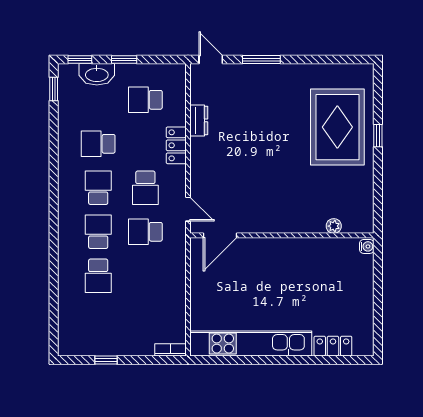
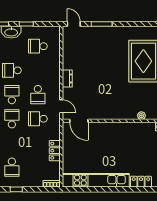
dresser: (199, 120) -> (67, 78), moved
locker: (176, 145) -> (55, 151), moved
door: (220, 235) -> (79, 121), hinge flipped
school desk: (98, 276) -> (12, 167), moved

